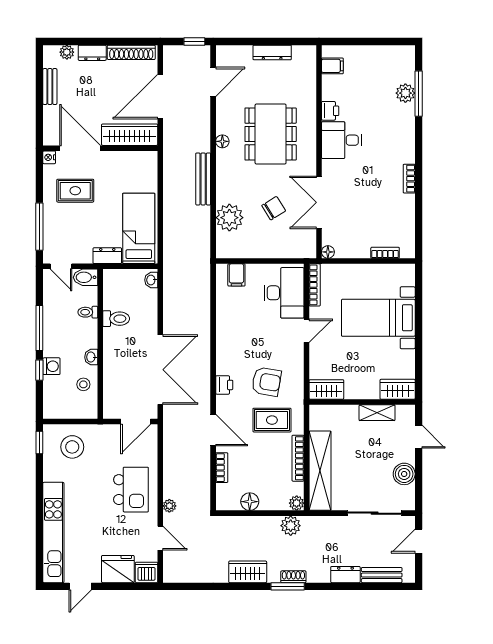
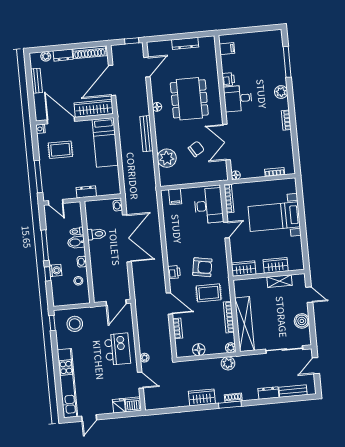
plant: (405, 93) -> (281, 92), moved
bed: (139, 228) -> (105, 142), moved, turned 180
bidet: (86, 277) -> (76, 242), moved
double door: (160, 370) -> (127, 238), moved
wardrobe: (398, 389) -> (276, 265), moved
fridge: (118, 569) -> (119, 406), width x0.53, depth x0.75

